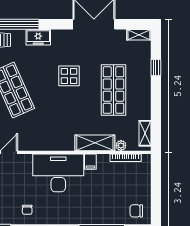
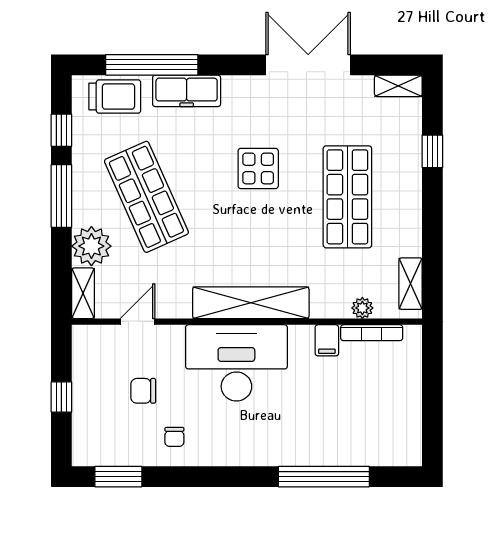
freezer: (38, 37) -> (187, 91), width x1.40
shelving: (95, 143) -> (251, 303), moved, width x1.47
filing cabinet: (90, 162) -> (327, 340), moved
chair: (136, 211) -> (143, 391), moved

